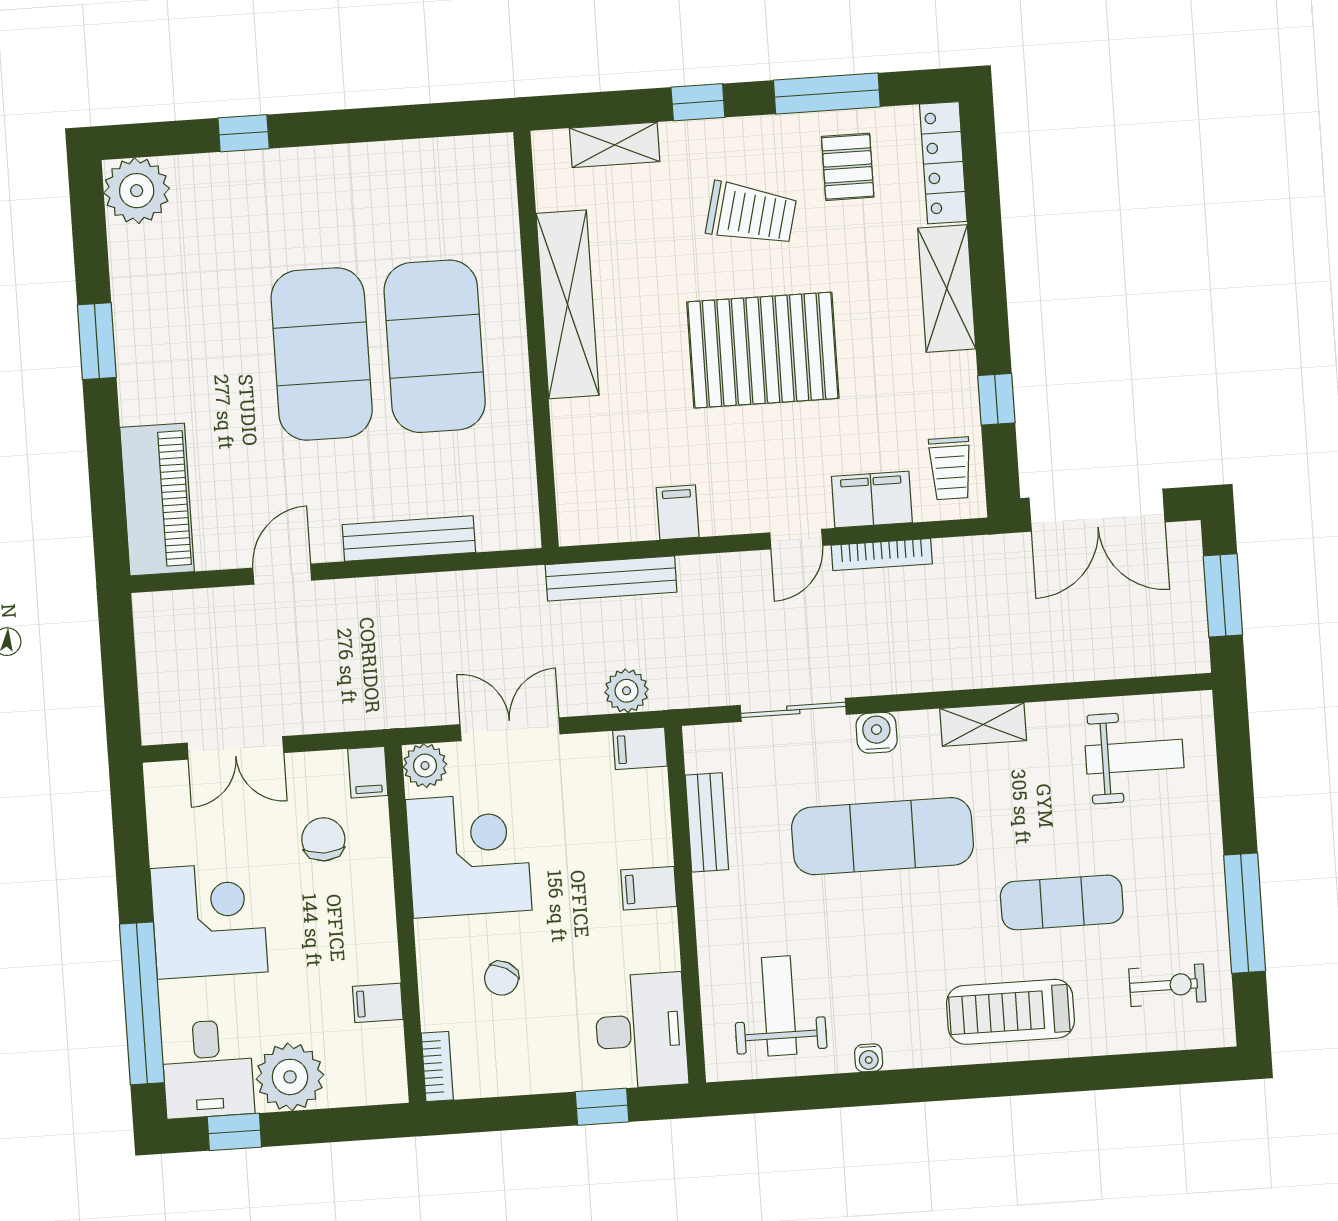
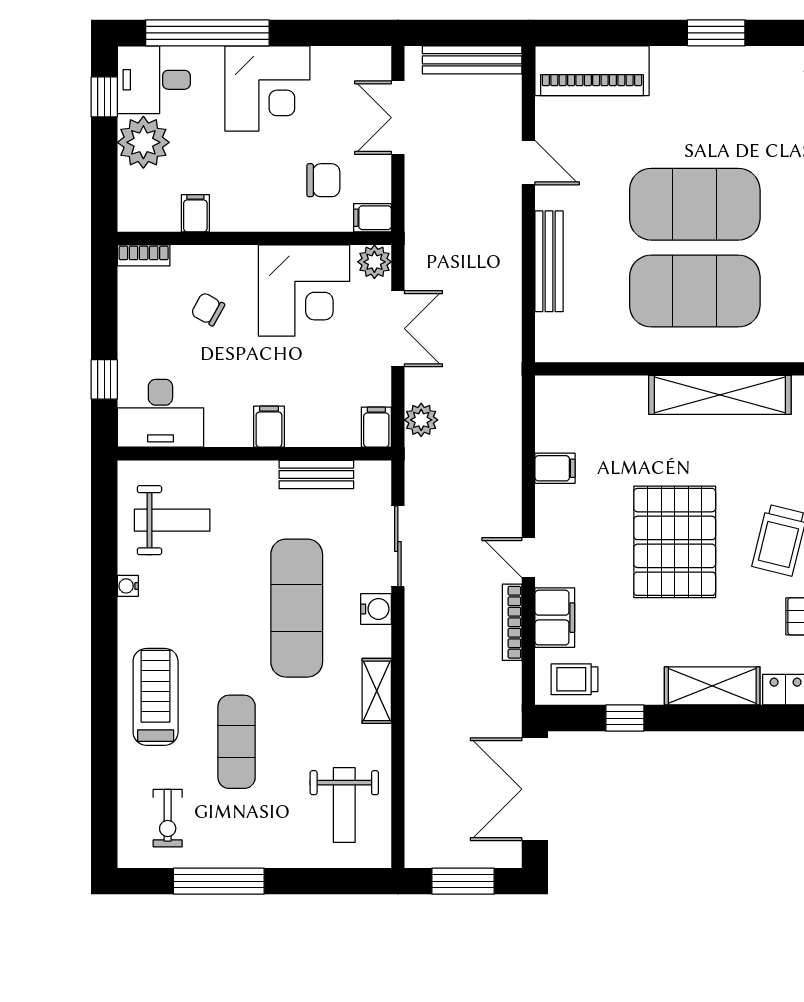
bench: (611, 578) -> (472, 60), moved, turned 90

